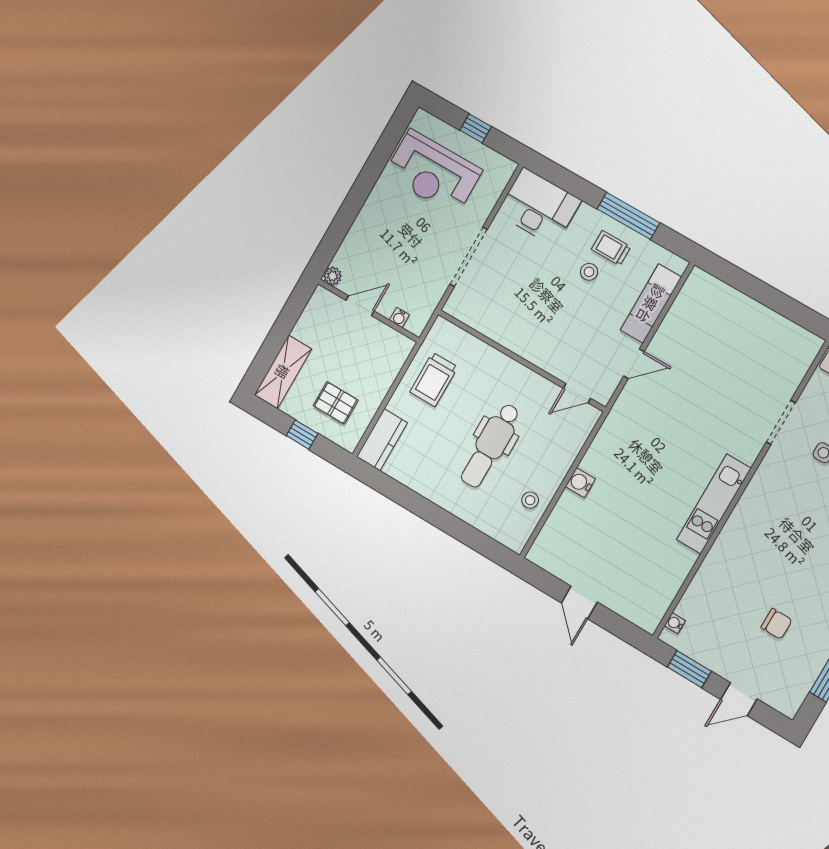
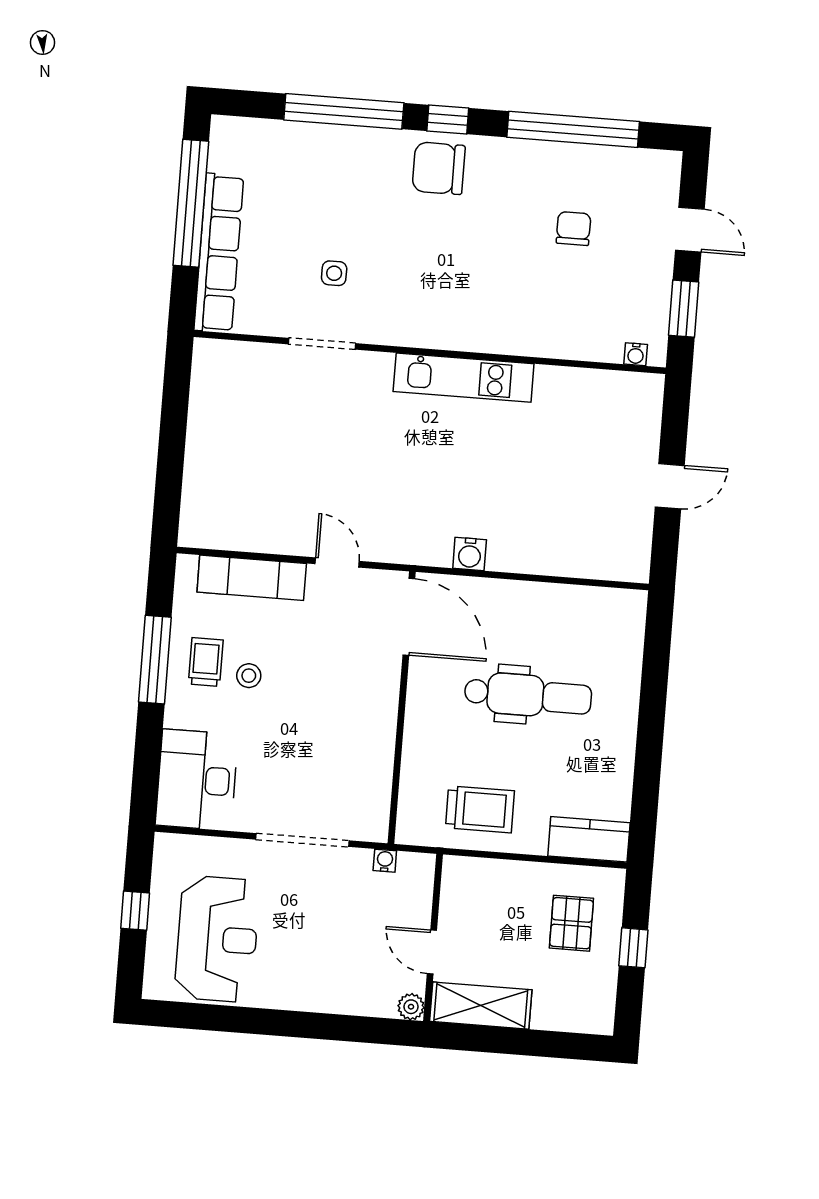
trolley: (611, 248) -> (206, 662), turned 180
water cooler: (399, 317) -> (385, 861), moved, turned -90
shelving: (283, 372) -> (481, 1006), moved
door: (577, 393) -> (409, 617), width x1.87
water cooler: (580, 483) -> (470, 554), moved
stool: (530, 500) -> (572, 611), removed

